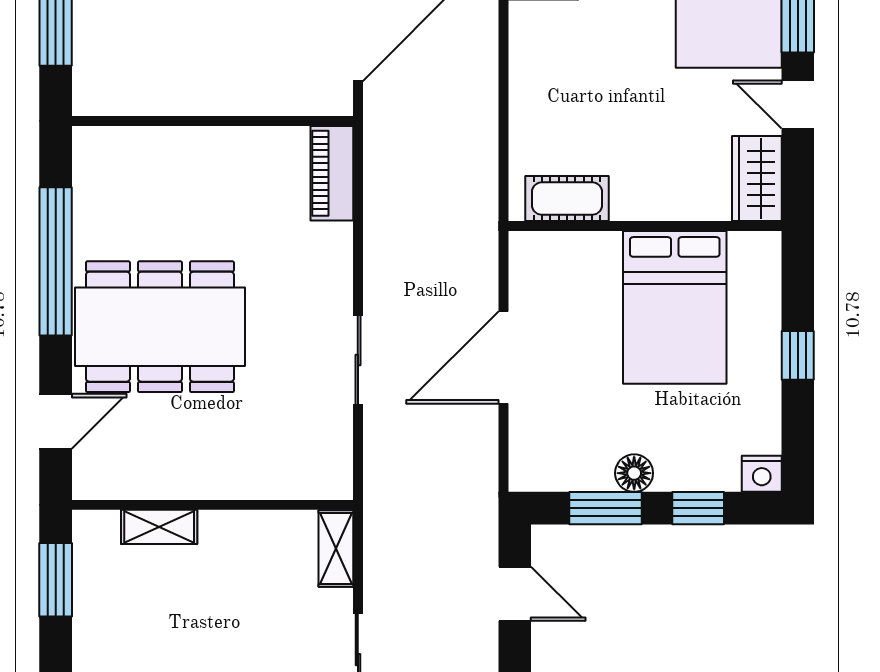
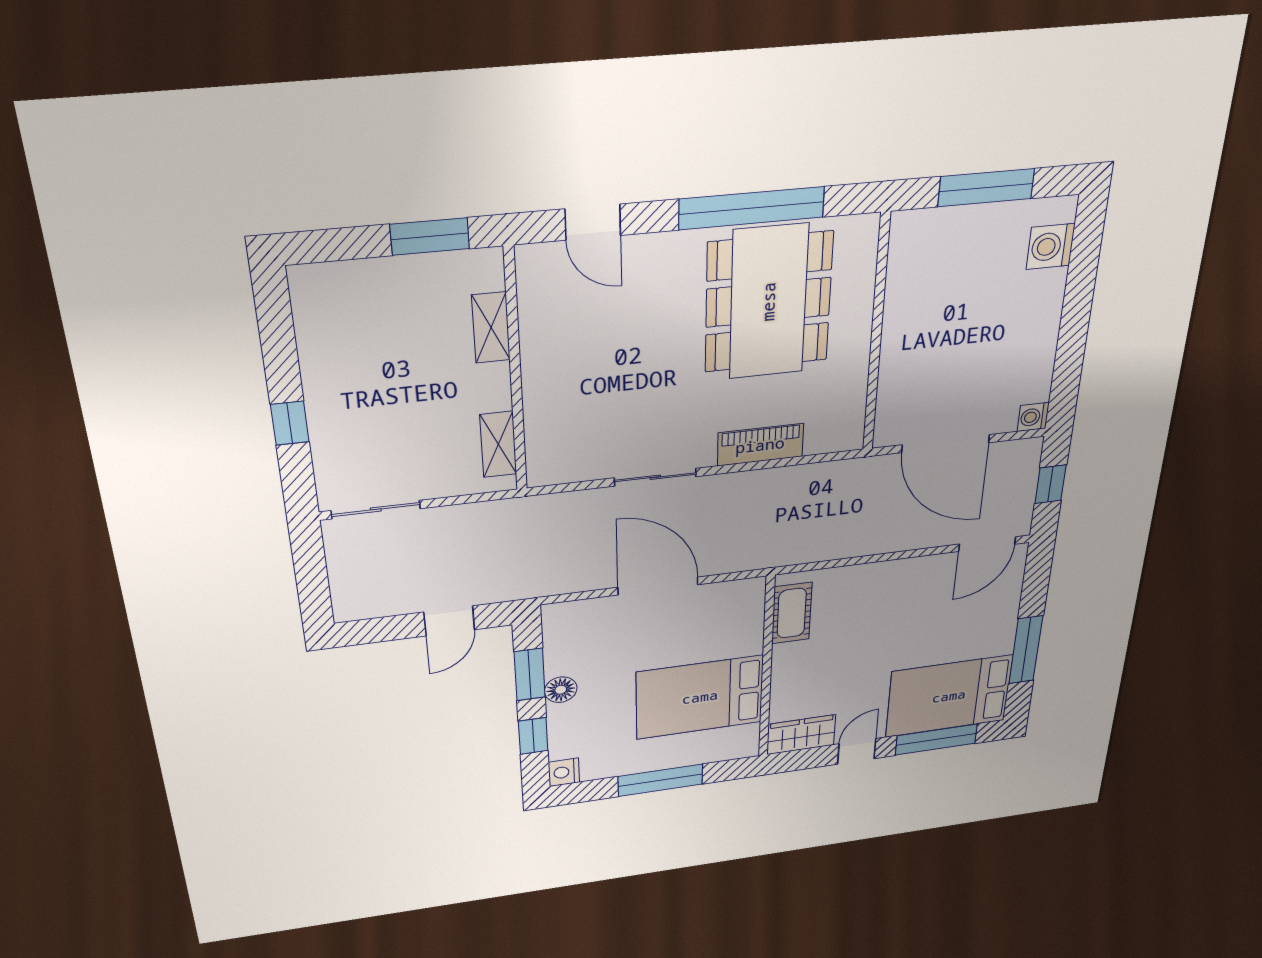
piano: (332, 173) -> (760, 445), moved
dining table: (160, 327) -> (768, 302), moved
window: (798, 355) -> (660, 780), width x2.17
shelving: (336, 549) -> (498, 444), moved, turned 90

